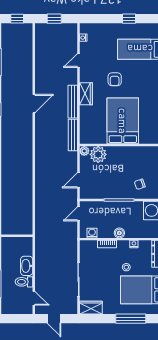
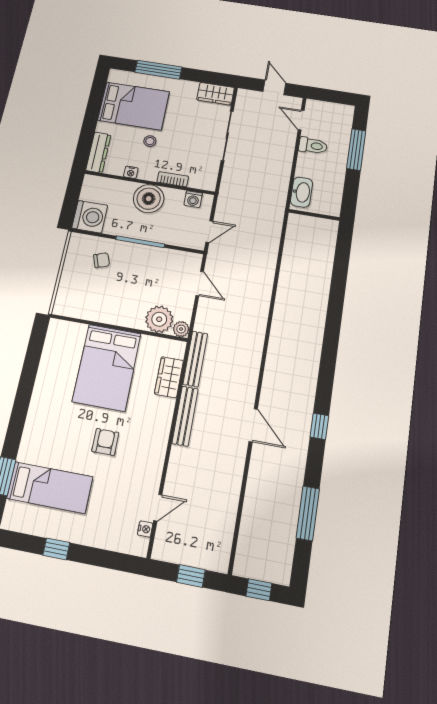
door: (78, 61) -> (158, 508), moved
wardrobe: (86, 94) -> (169, 377), moved
door: (34, 104) -> (253, 425), swing flipped
door: (78, 180) -> (200, 284), hinge flipped
boiler: (119, 233) -> (149, 199), width x1.86, depth x1.86
washbasin: (27, 266) -> (302, 192), moved

